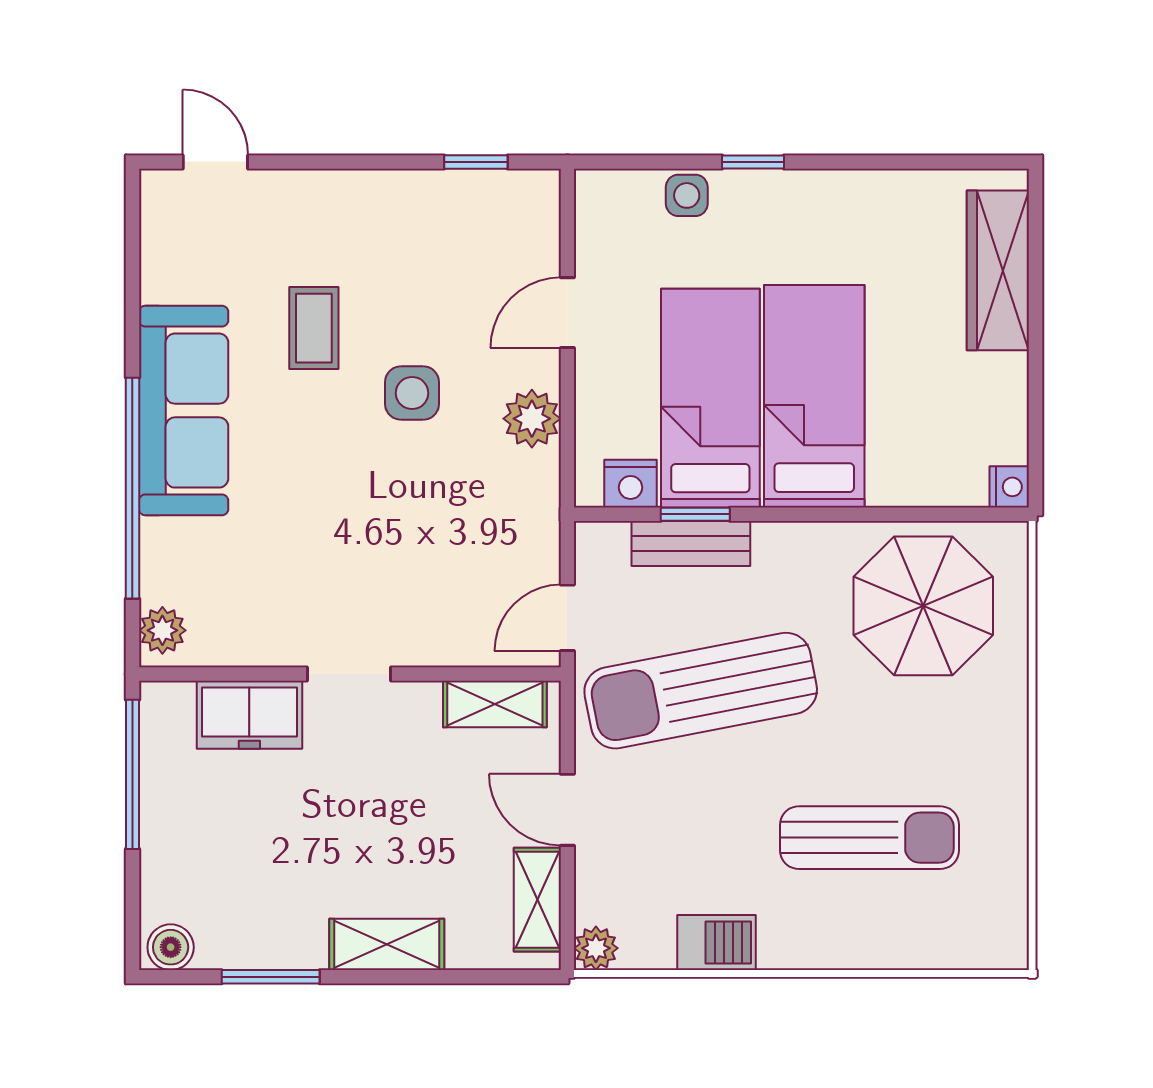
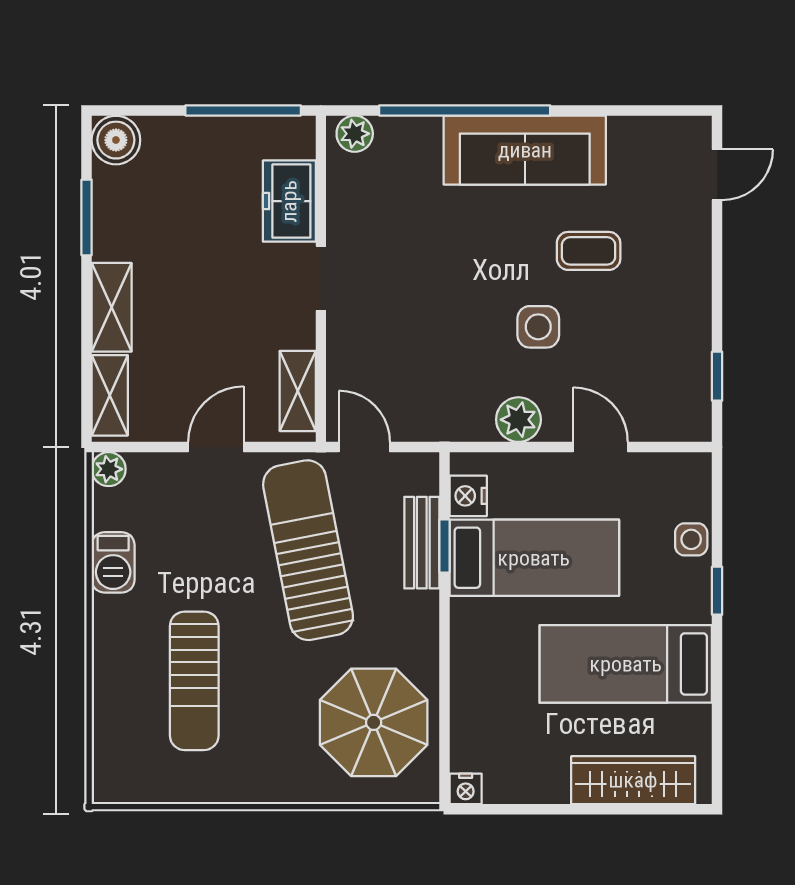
bed: (814, 396) -> (626, 664), moved, turned 180
shelving: (537, 900) -> (110, 395), moved, turned 90
boiler: (171, 947) -> (116, 140), width x1.36, depth x1.36

